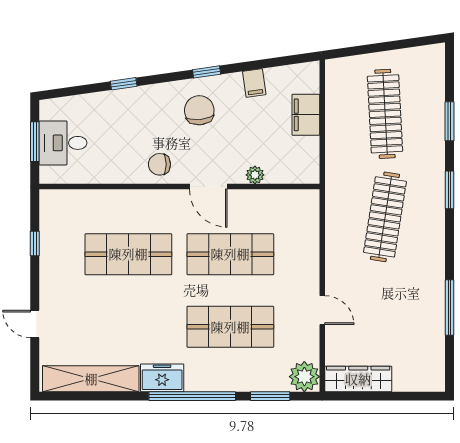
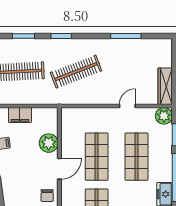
chair: (199, 110) -> (17, 174), removed
plant: (255, 175) -> (49, 143), width x1.88, depth x1.88
clothes rail: (385, 217) -> (76, 72), turned -30

